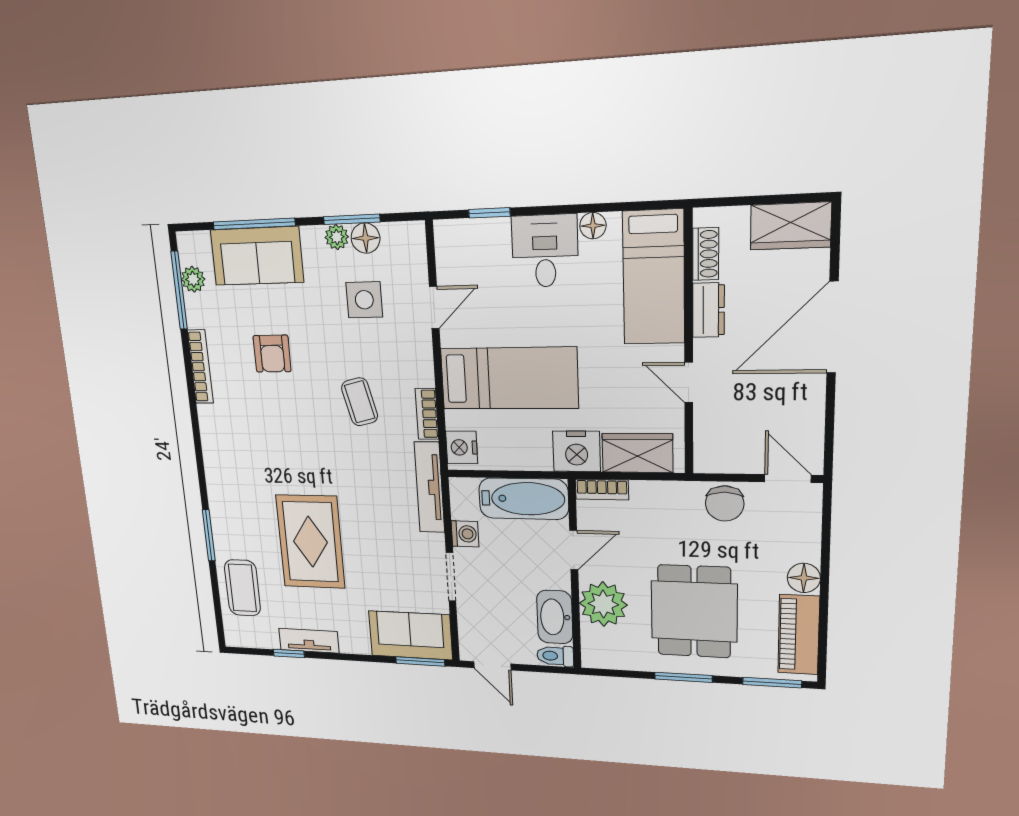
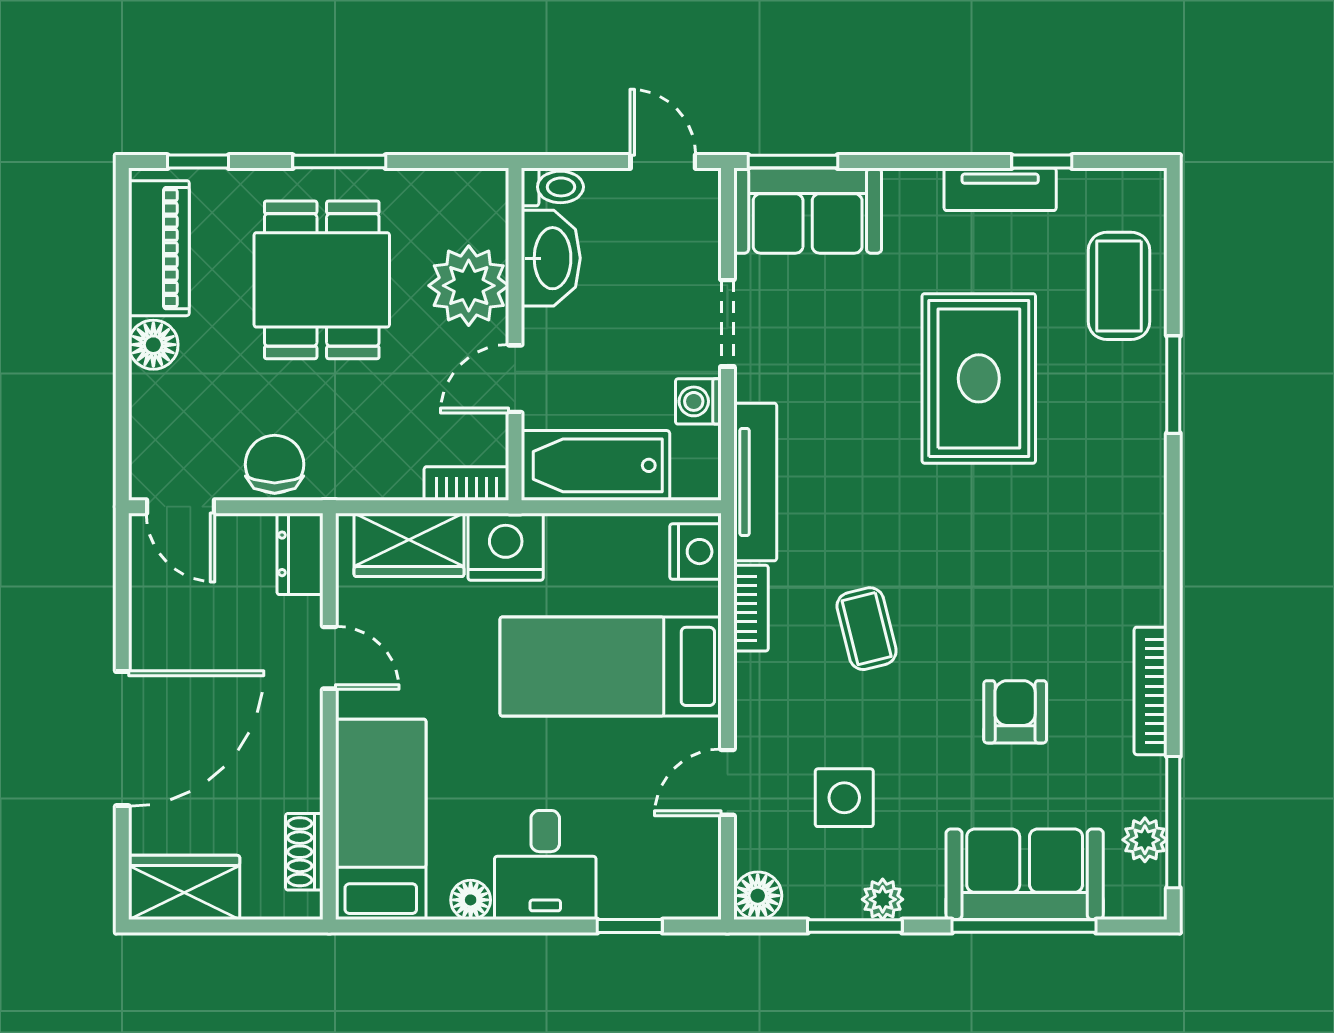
floor lamp: (366, 238) -> (758, 896), moved
dresser: (708, 310) -> (300, 554), moved
window: (772, 683) -> (198, 162), width x0.67

